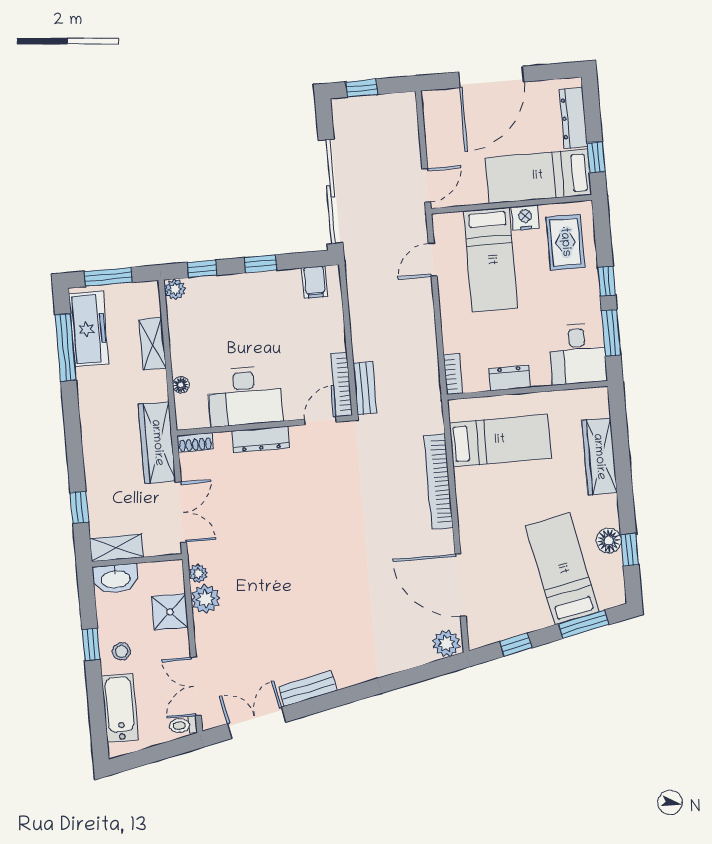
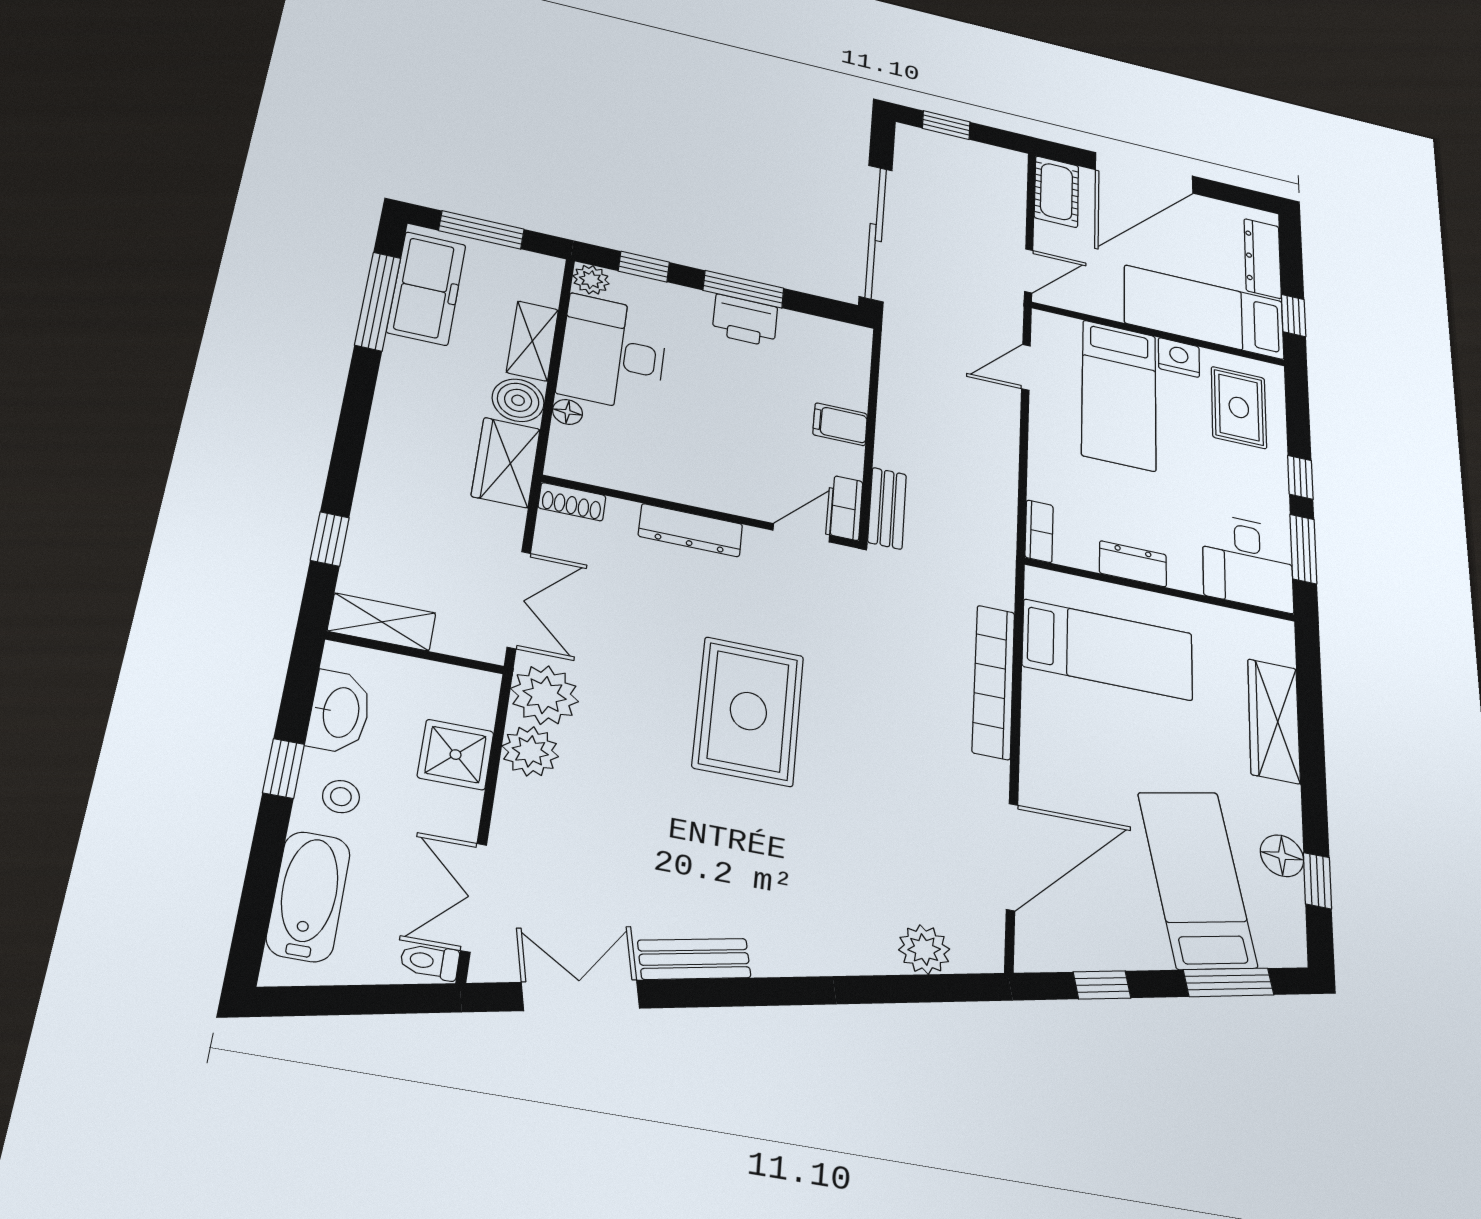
cot: (437, 115) -> (1056, 192), added
window: (261, 264) -> (743, 289), width x1.50
filing cabinet: (314, 282) -> (840, 424), moved, turned 90
printer: (265, 286) -> (745, 320), added
bookcase: (342, 384) -> (847, 508), width x0.64
boiler: (153, 387) -> (518, 400), added
desk: (245, 396) -> (613, 353), moved, turned 90
wardrobe: (157, 443) -> (506, 462), width x0.67
rug: (310, 541) -> (748, 711), added
plant: (198, 573) -> (545, 695), width x1.87, depth x1.87
washbasin: (116, 579) -> (339, 712), moved, turned -90
door: (461, 585) -> (1012, 857), swing flipped
plant: (446, 643) -> (924, 949), moved

